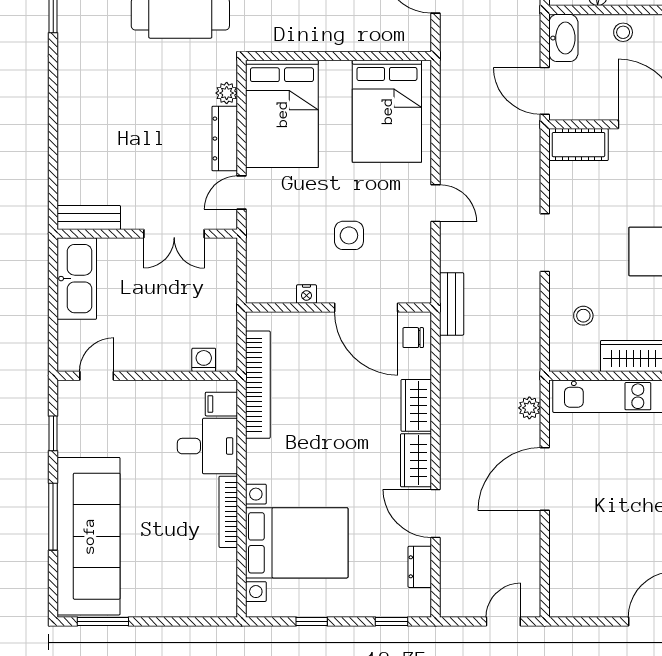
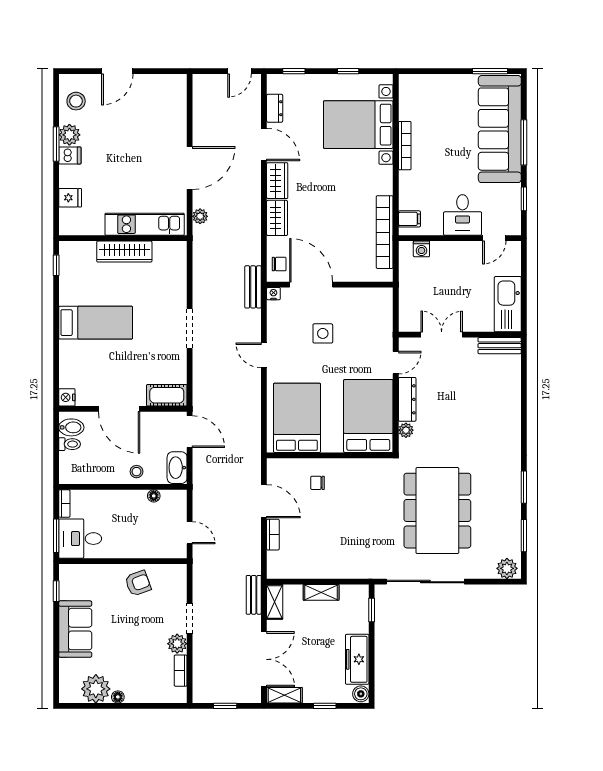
chair: (357, 16) -> (317, 483), added
nightstand: (306, 294) -> (273, 294), moved
stool: (583, 316) -> (163, 279), removed
desk: (207, 446) -> (463, 215), moved, turned -90
door: (503, 622) -> (240, 71), moved

